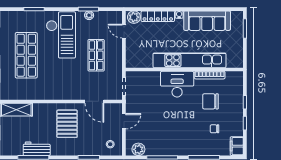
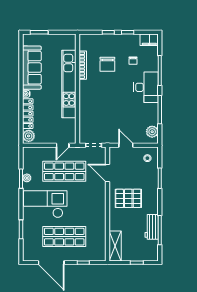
door: (124, 31) -> (63, 145), moved
shop shelf: (96, 55) -> (64, 171), width x1.43, depth x1.36
desk: (177, 84) -> (146, 87), moved, turned 180
door: (94, 101) -> (107, 173), swing flipped

